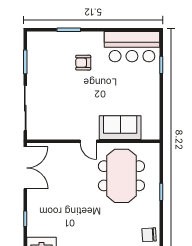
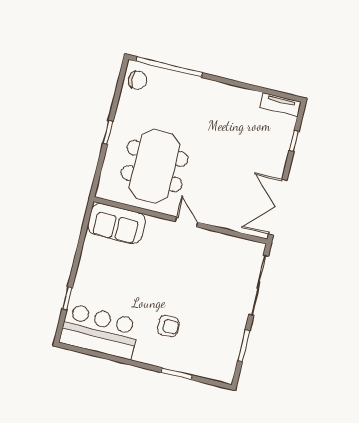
sofa: (120, 128) -> (116, 223), moved

